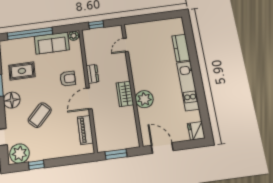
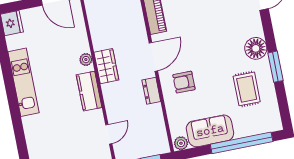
kitchen counter: (181, 48) -> (89, 91), moved, turned 180
rug: (22, 71) -> (247, 89), turned 90
plant: (144, 99) -> (86, 60), width x0.53, depth x0.53
coffee table: (40, 115) -> (216, 31), removed

